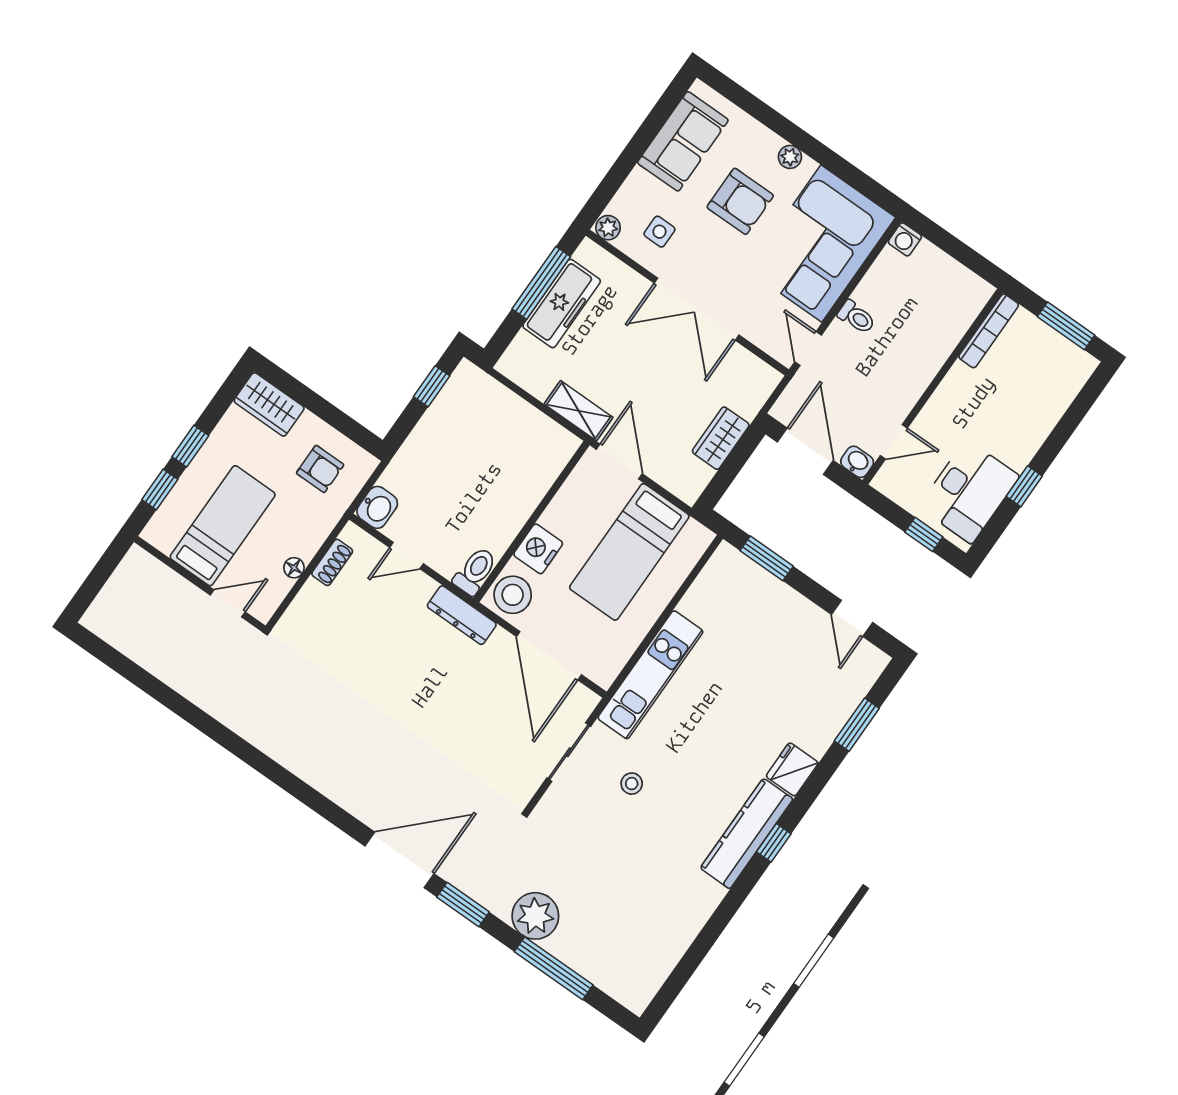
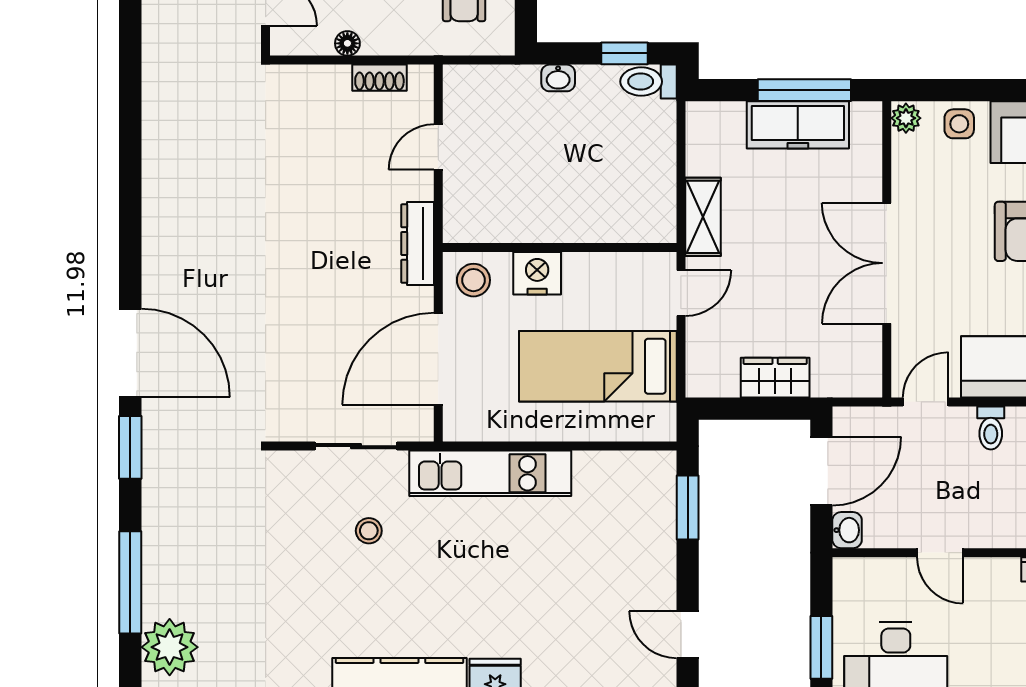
side table: (659, 232) -> (959, 124), moved
door: (894, 442) -> (940, 553), moved
door: (619, 461) -> (681, 293), width x0.73
washbasin: (377, 507) -> (558, 78), moved, width x0.72, depth x0.69
window: (924, 534) -> (821, 647), width x1.50
door: (407, 556) -> (438, 147), hinge flipped
toilet: (475, 571) -> (648, 82), moved, turned 180
stool: (513, 595) -> (473, 280), width x0.73, depth x0.73
door: (852, 618) -> (688, 635), hinge flipped
plant: (535, 916) -> (170, 647), moved

